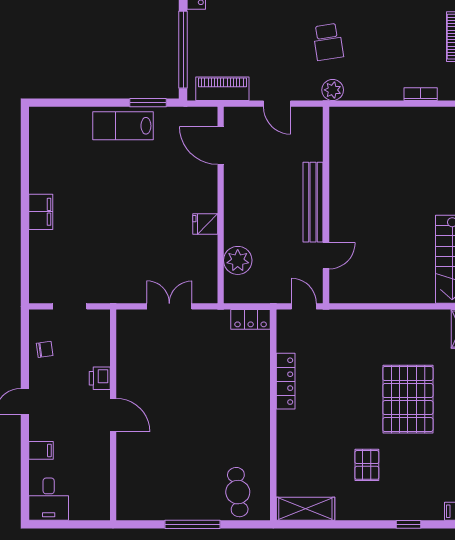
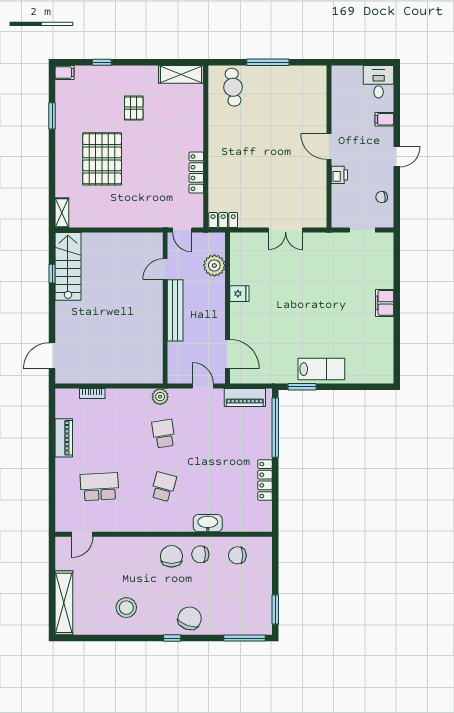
door: (221, 145) -> (228, 354), moved
wall: (221, 205) -> (228, 308), moved
fridge: (205, 224) -> (239, 294), moved
plant: (238, 260) -> (214, 265), moved

